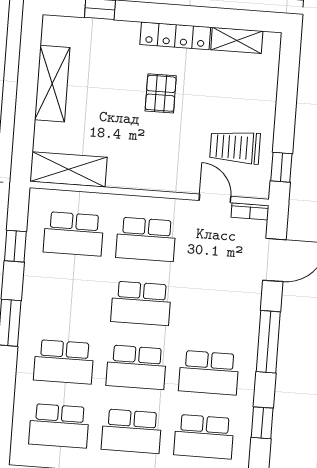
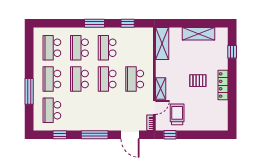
shelving: (237, 40) -> (161, 89), moved
school desk: (73, 234) -> (107, 48), moved
school desk: (209, 373) -> (79, 110), removed

